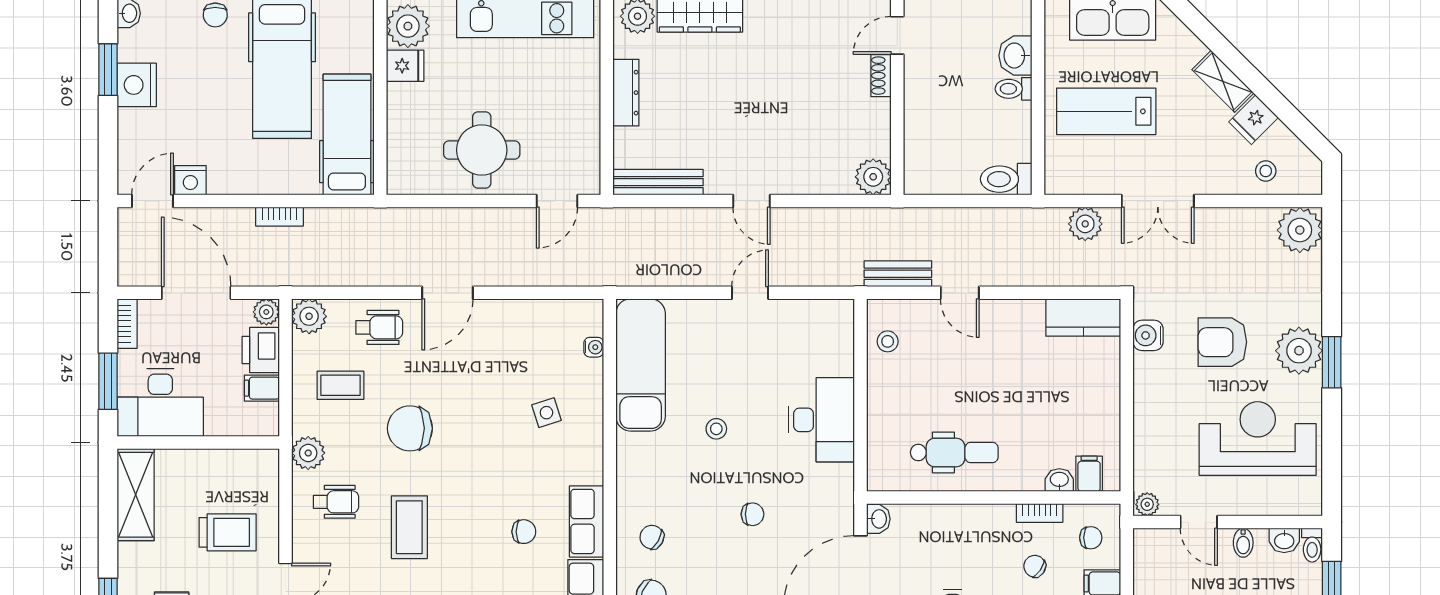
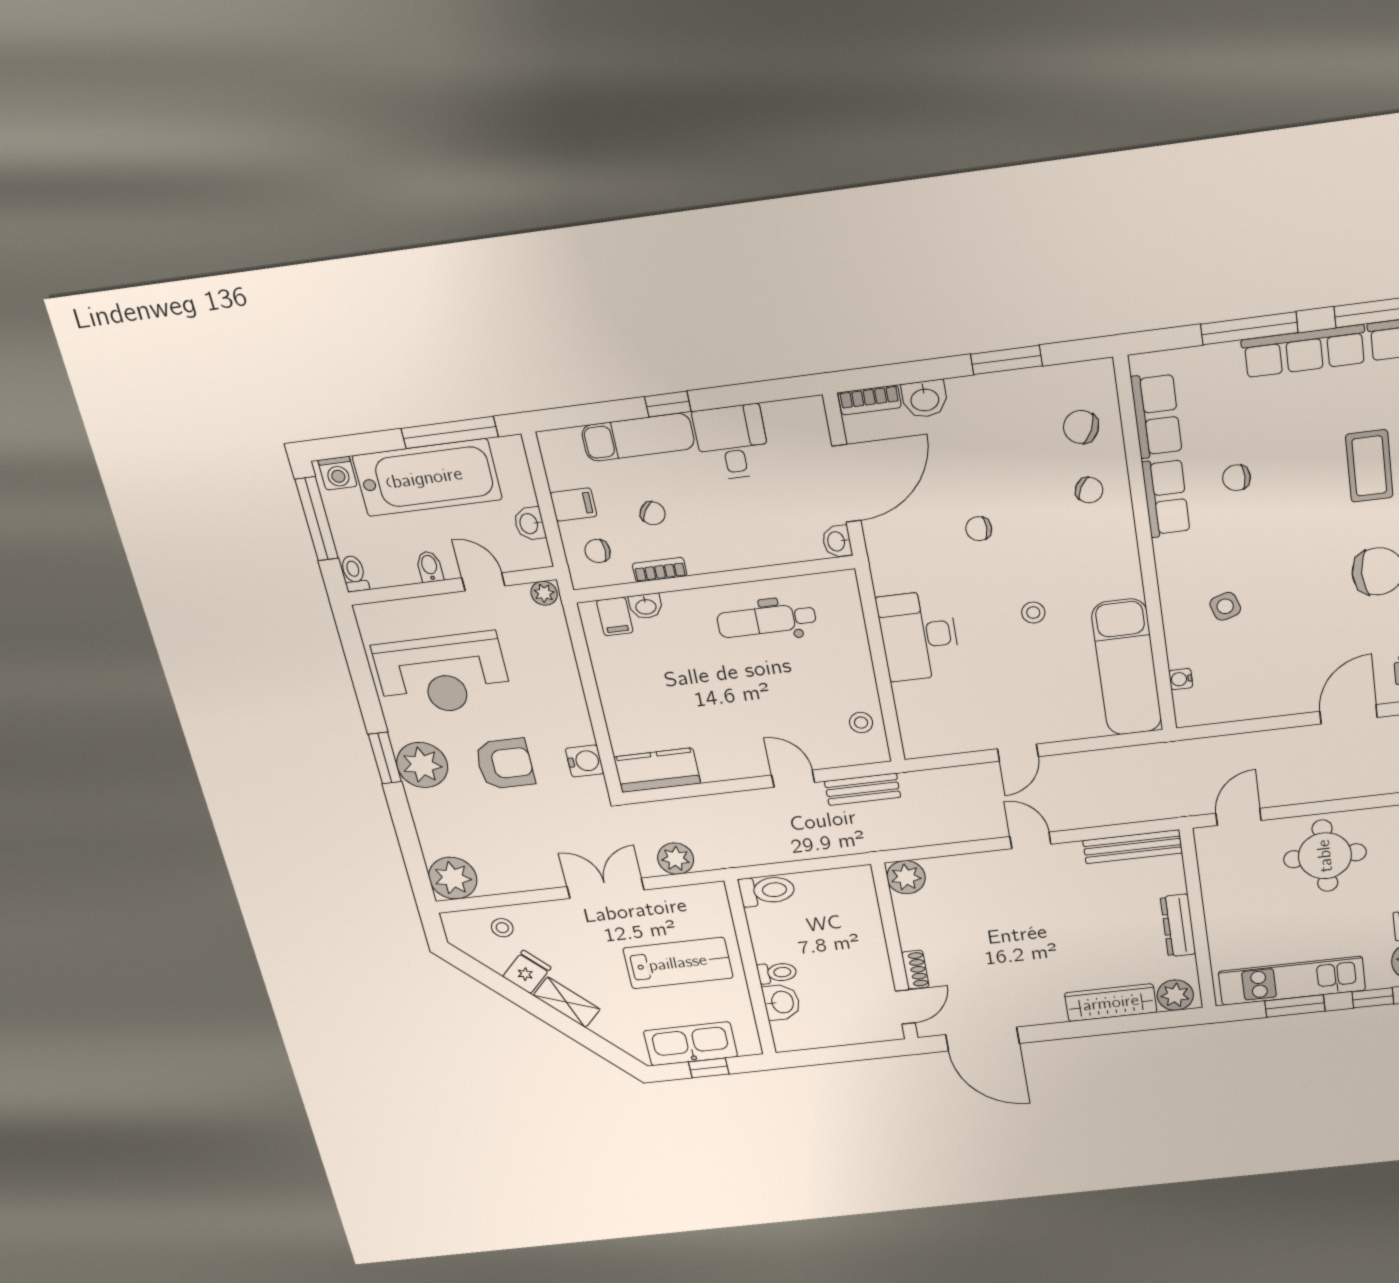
washbasin: (1284, 540) -> (529, 524), moved, turned -90

